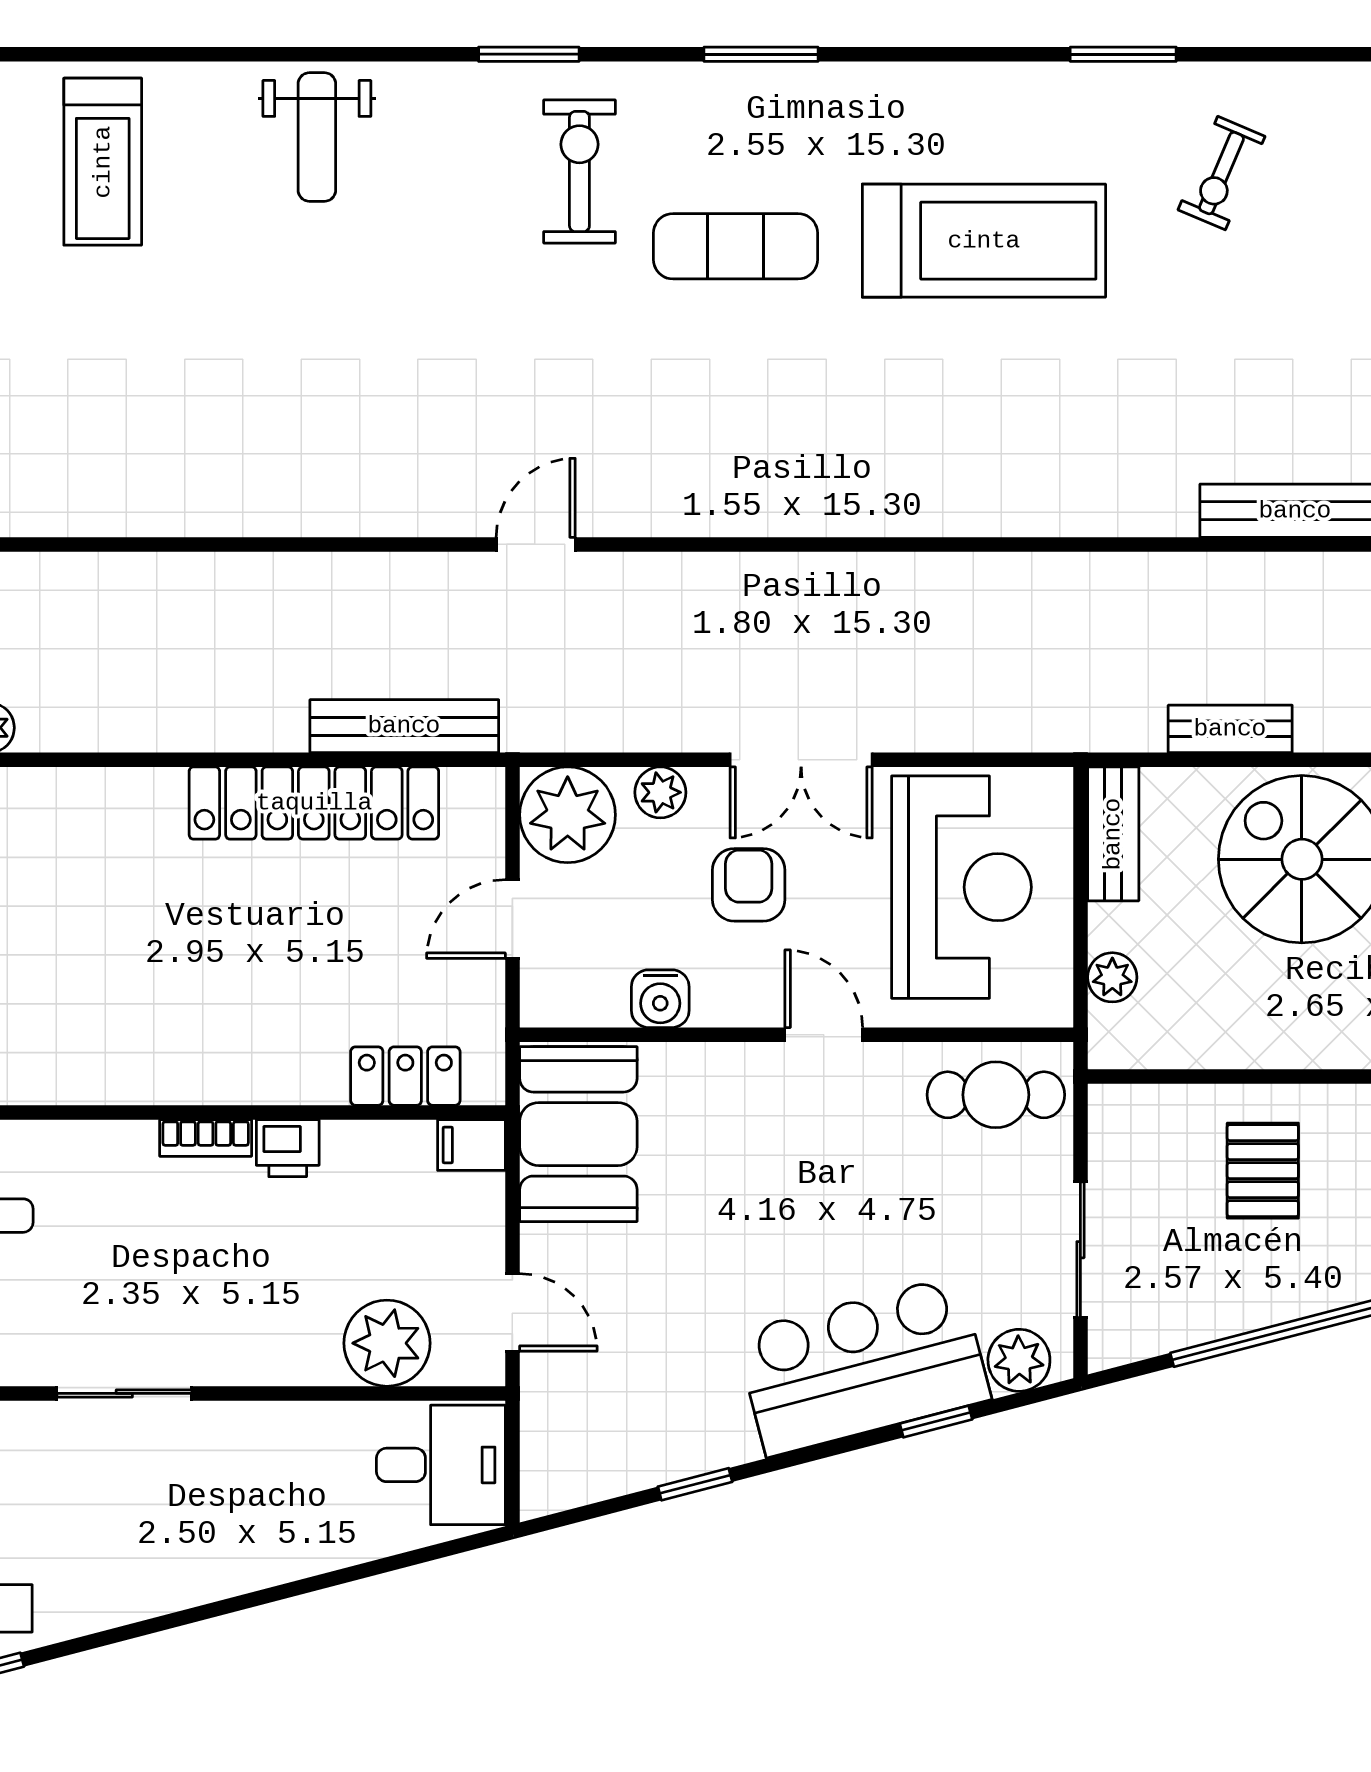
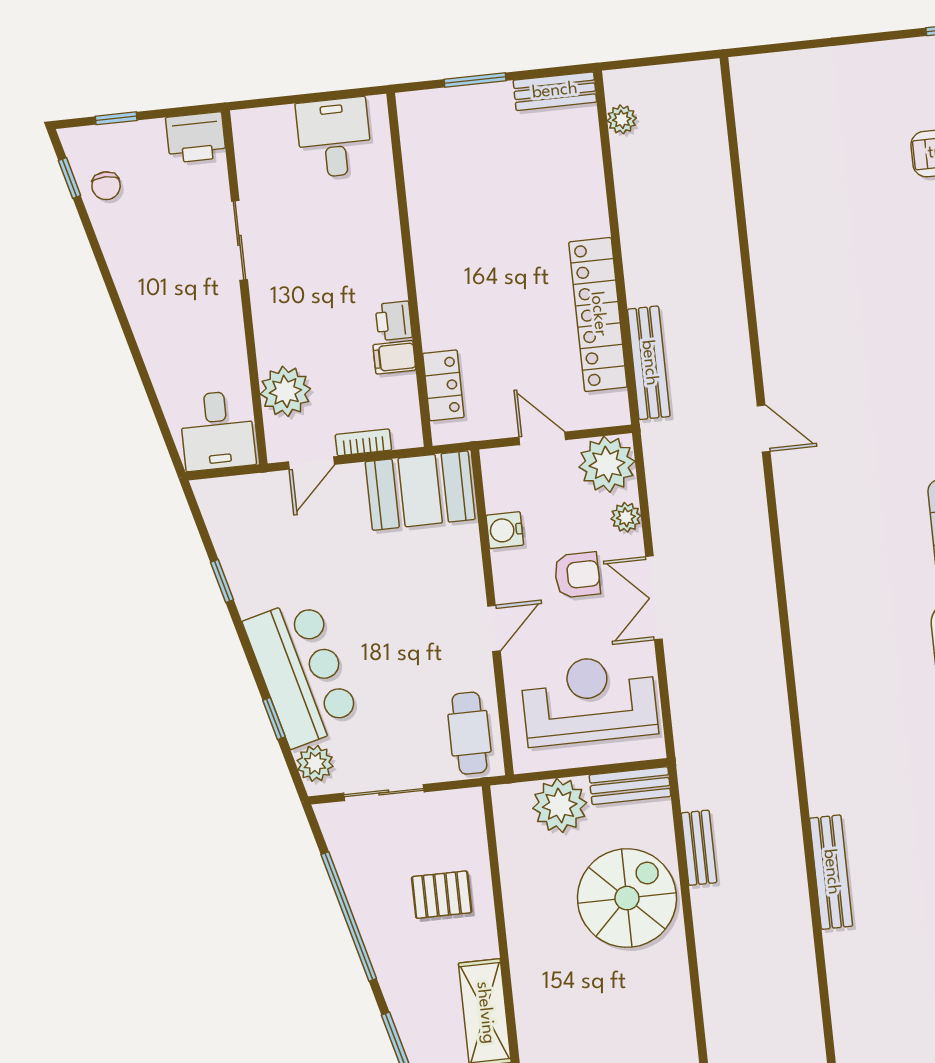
reception desk: (961, 887) -> (589, 700), turned 180
plant: (1112, 977) -> (560, 805), width x1.88, depth x1.88
bookcase: (206, 1138) -> (363, 442), moved, turned 90
filing cabinet: (471, 1145) -> (394, 357), moved, turned -90

